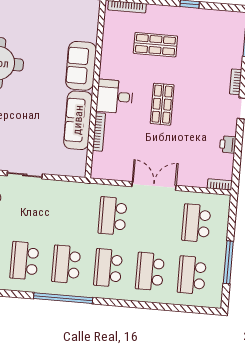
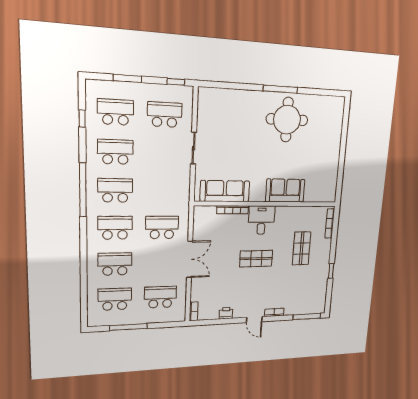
sofa: (78, 120) -> (225, 191), moved

